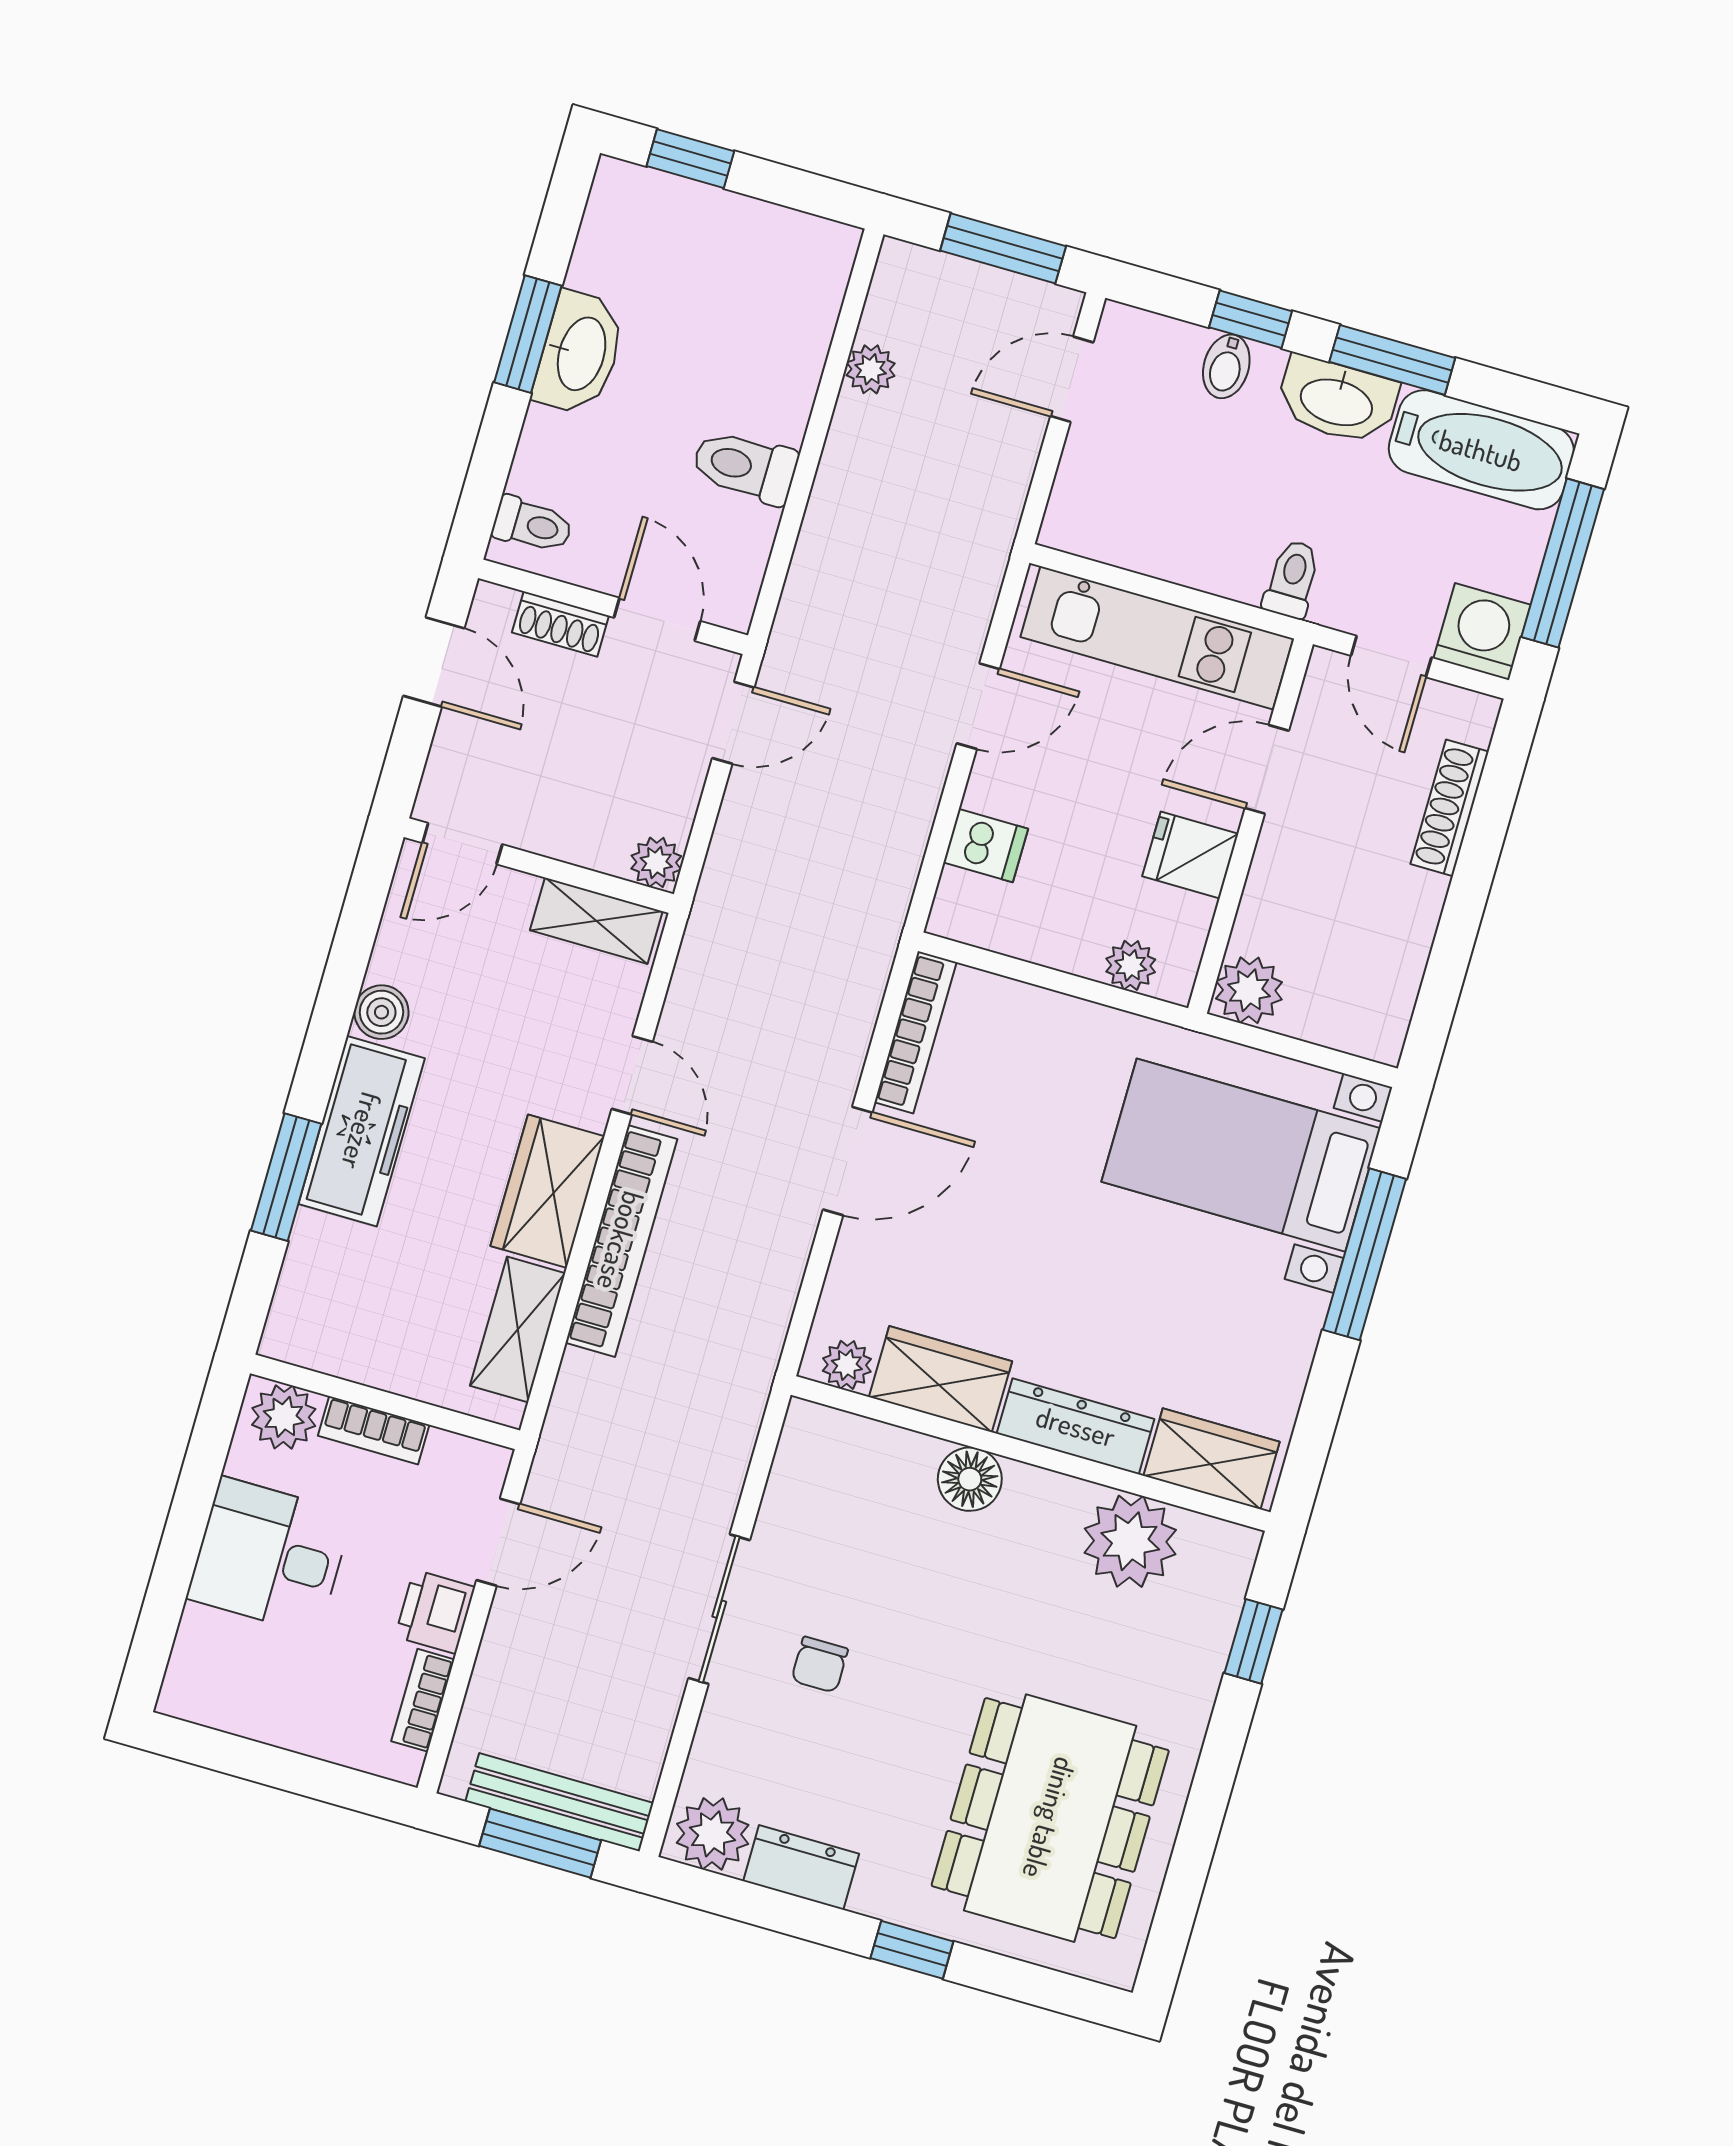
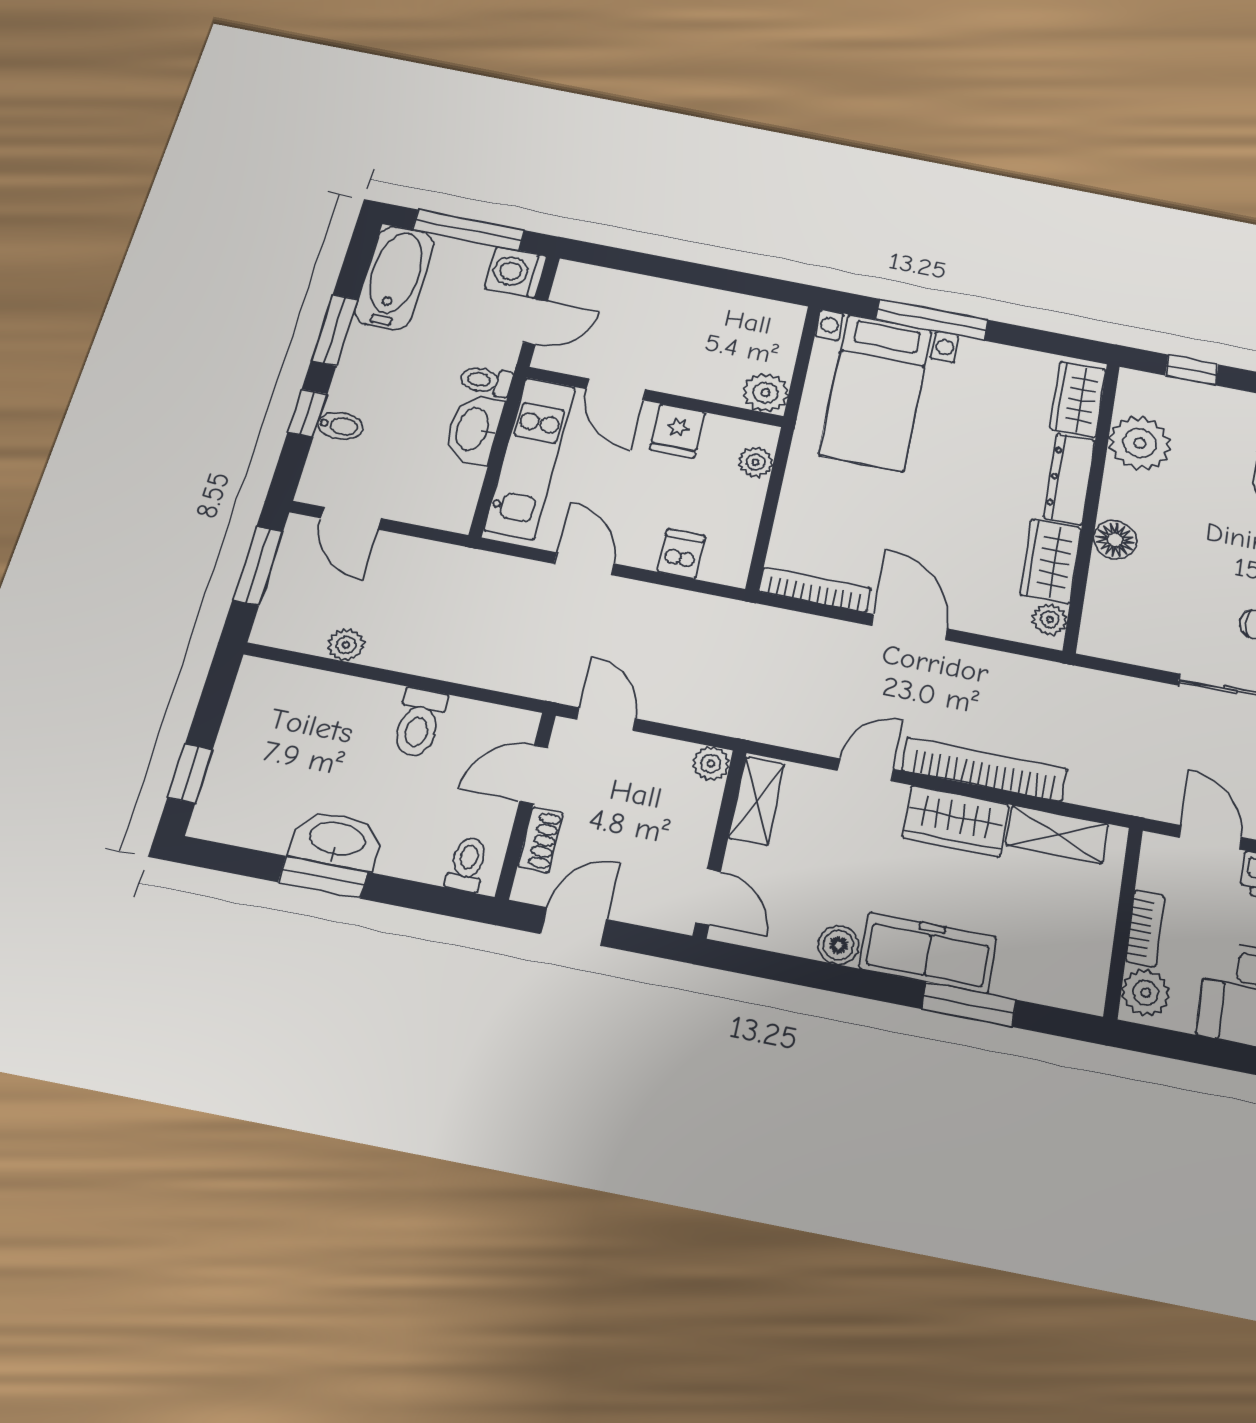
washbasin: (1337, 400) -> (474, 429), moved, turned 180
shoe rack: (1450, 808) -> (634, 285), removed

